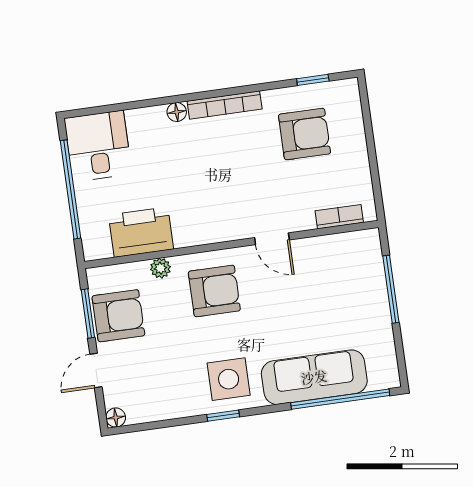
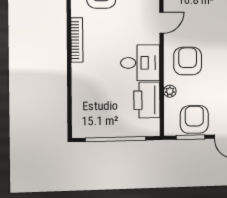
floor lamp: (177, 112) -> (77, 69), removed
desk: (98, 146) -> (140, 63), moved, turned 180

